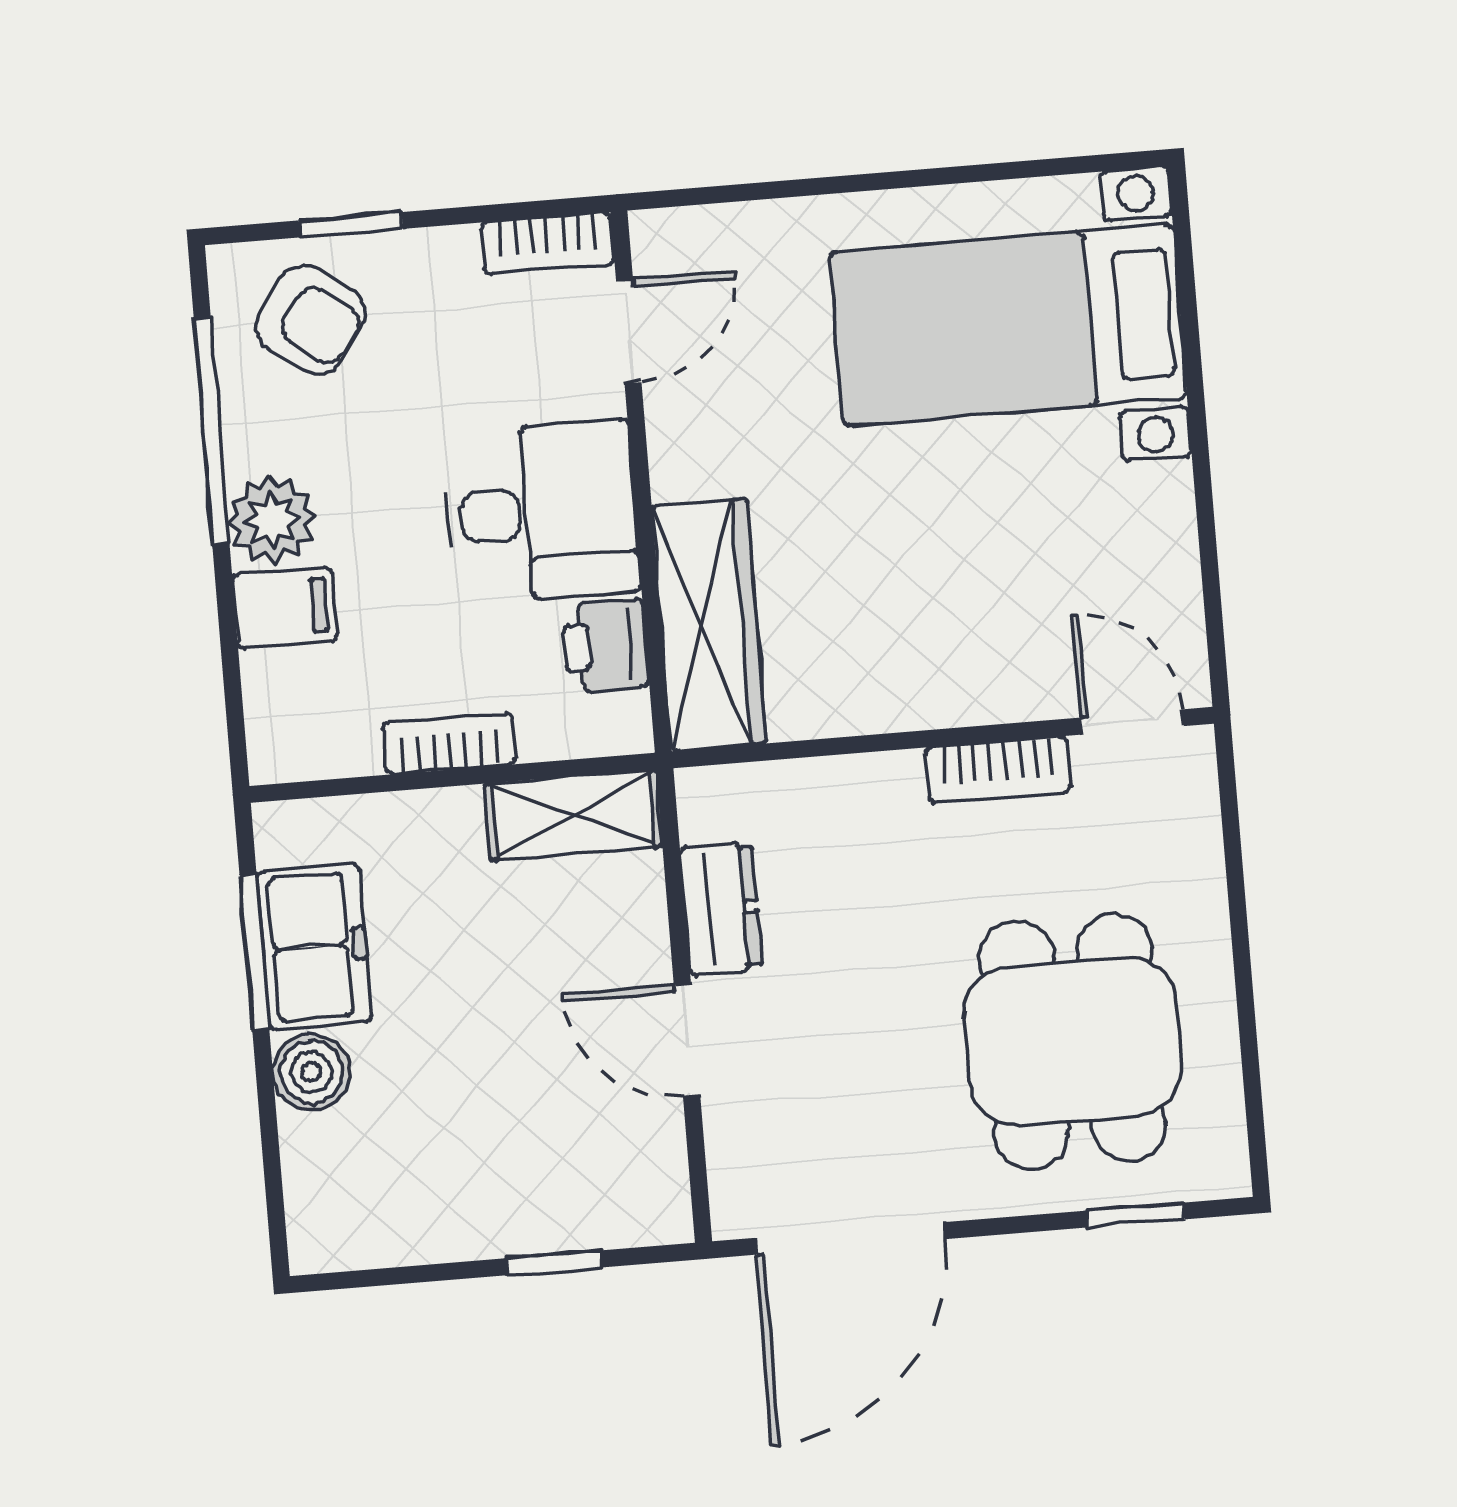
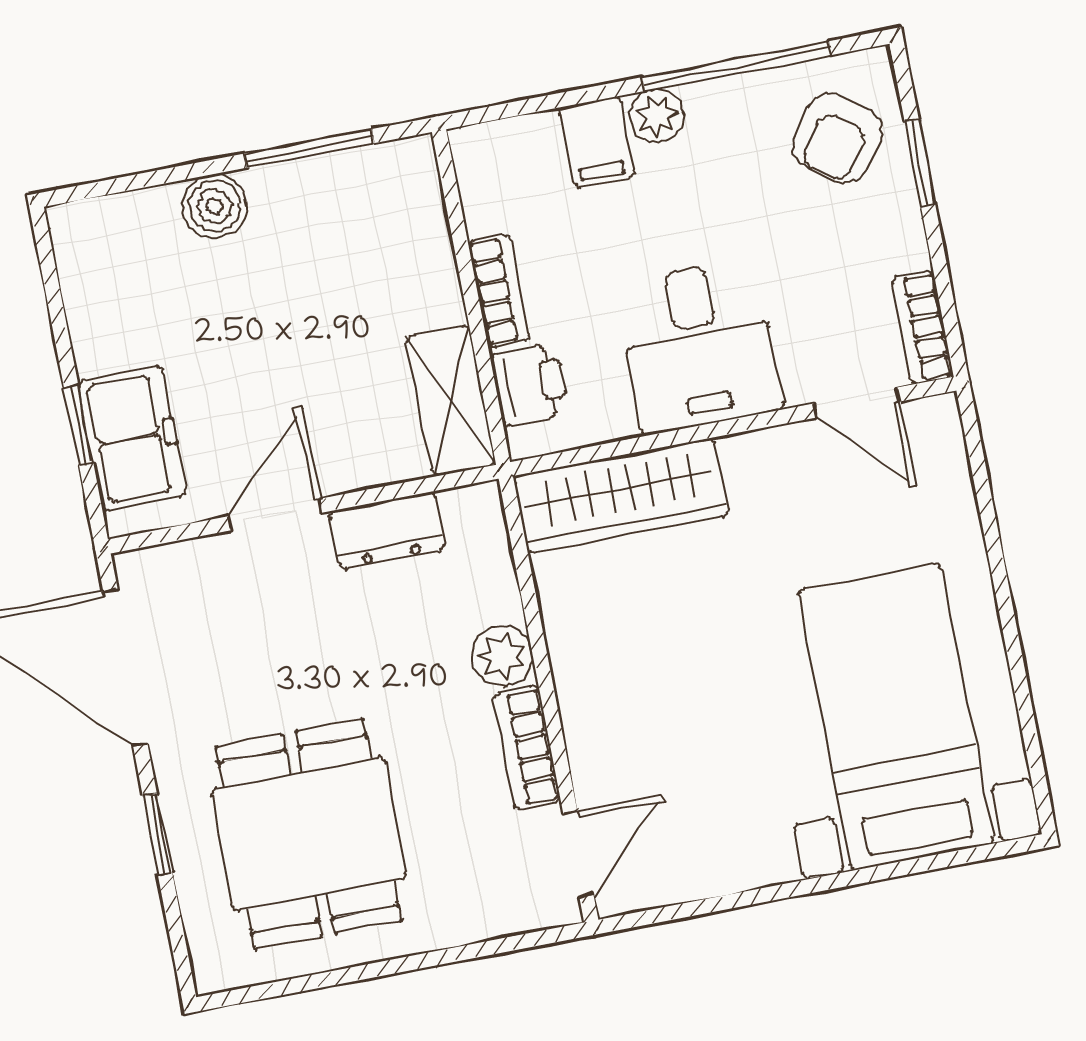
plant: (272, 520) -> (657, 116), width x0.73, depth x0.73
printer: (605, 646) -> (529, 384), moved, turned 90
plant: (885, 787) -> (502, 656), added
freezer: (314, 947) -> (132, 438), moved, turned -90
dining table: (1073, 1041) -> (309, 834), turned 90
window: (1136, 1215) -> (157, 834), moved

